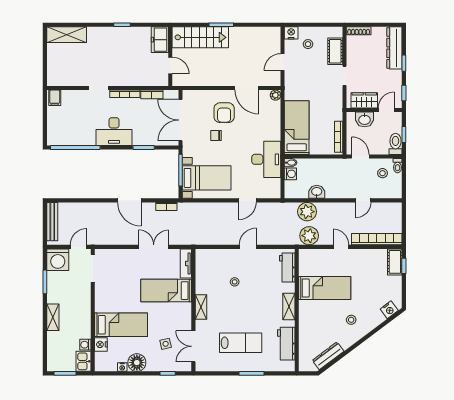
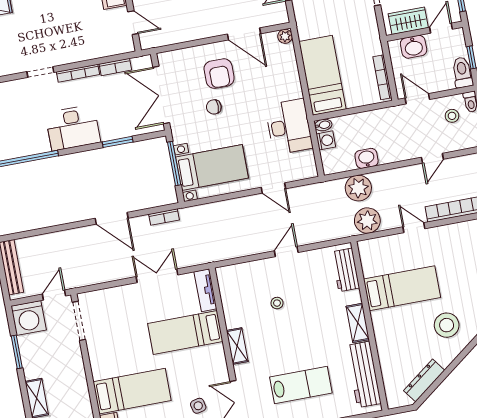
door: (247, 200) -> (273, 188), hinge flipped
stool: (351, 320) -> (447, 325), width x1.89, depth x1.89
workbench: (286, 344) -> (364, 374), width x1.38

